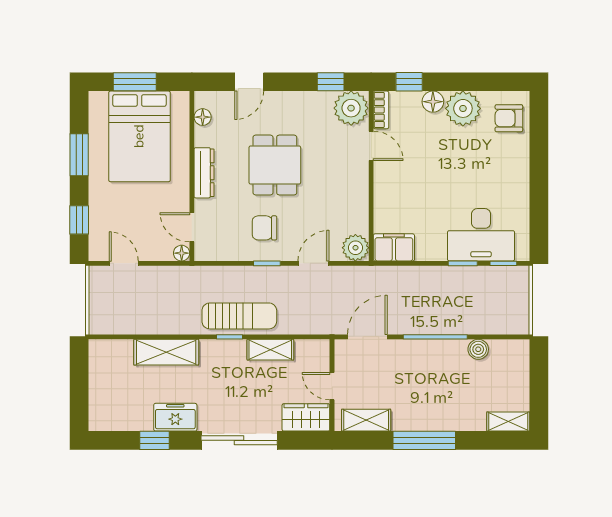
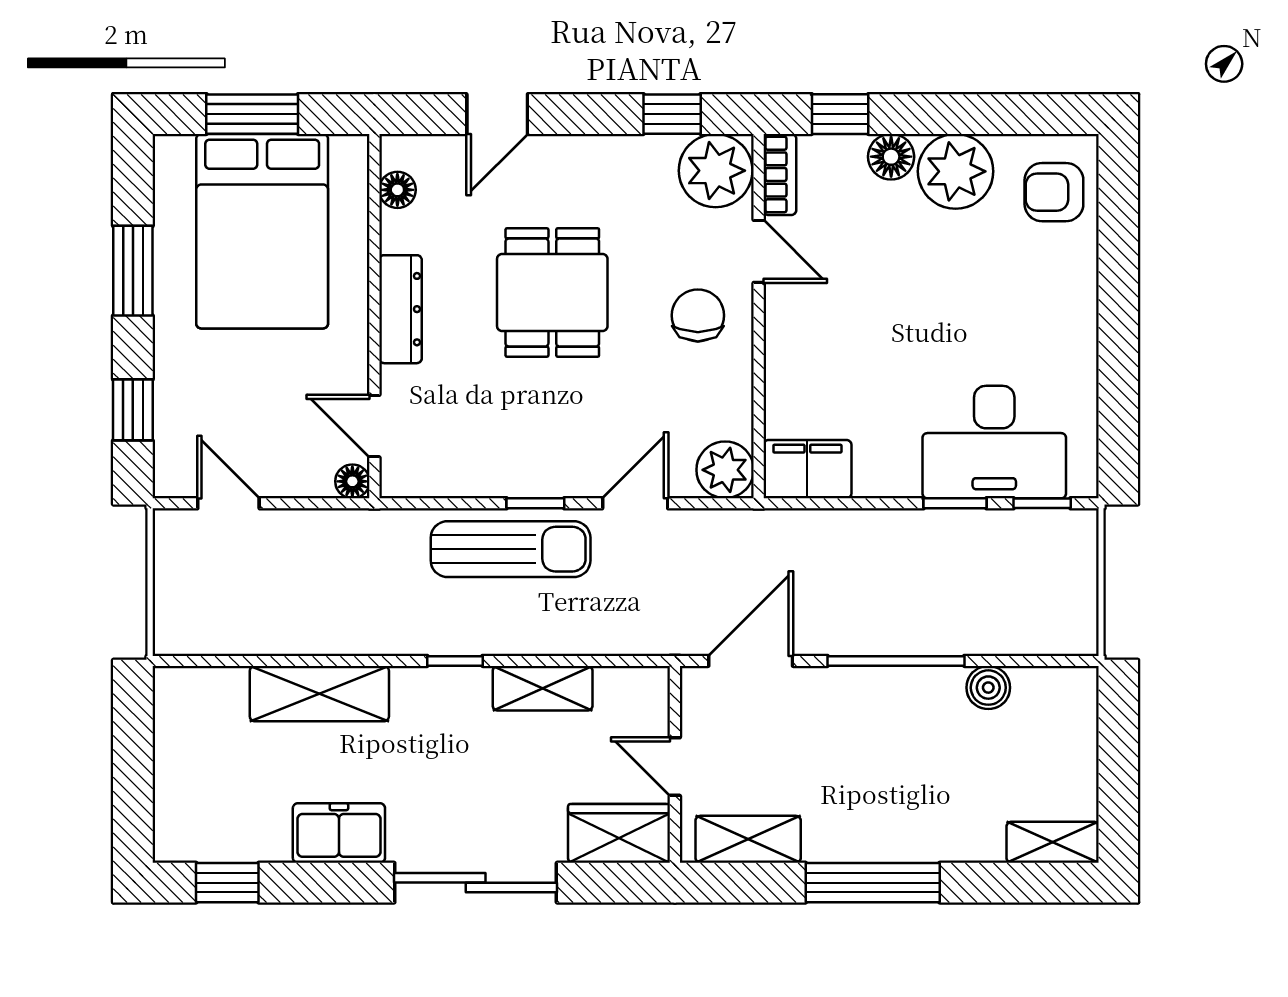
chair: (264, 228) -> (698, 315), moved, turned 90
sun lounger: (239, 316) -> (511, 549), moved
window: (155, 440) -> (227, 883), moved

